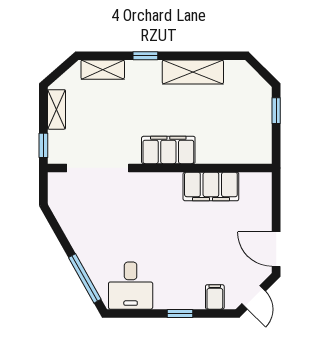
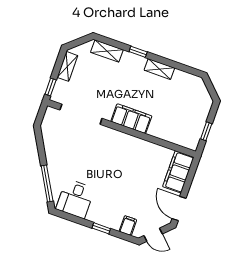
shelving: (193, 72) -> (159, 69), width x0.67, depth x0.75
window: (276, 111) -> (206, 131), moved
filing cabinet: (211, 186) -> (178, 172), moved, turned 90
door: (254, 297) -> (153, 235), hinge flipped

